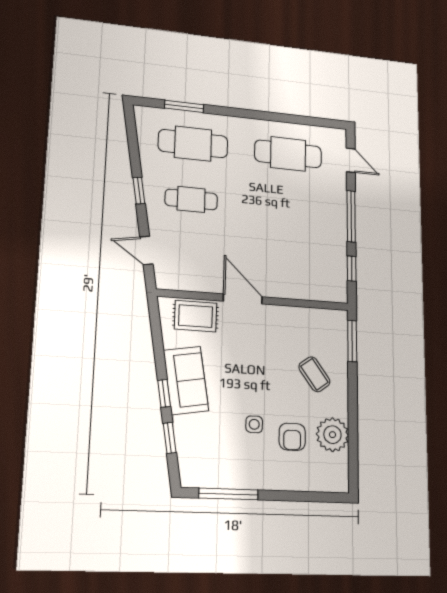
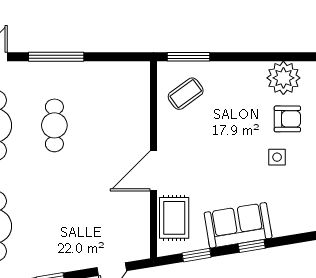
cafe table: (191, 199) -> (54, 125), moved
window: (352, 269) -> (113, 57), removed
coffee table: (314, 374) -> (186, 94), moved
window: (170, 438) -> (197, 255), moved

